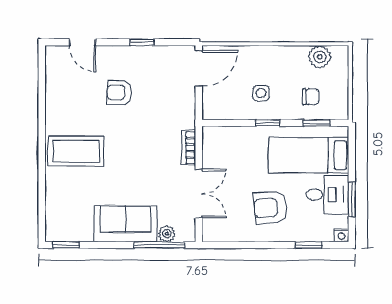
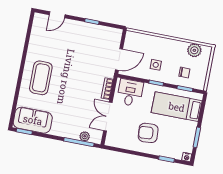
door: (83, 42) -> (57, 15), hinge flipped
door: (199, 68) -> (119, 59), moved
armchair: (119, 93) -> (73, 48), removed
coffee table: (76, 151) -> (41, 78), turned 90
double door: (199, 194) -> (108, 117), swing flipped
desk: (328, 194) -> (130, 93), moved, turned -90
sofa: (126, 224) -> (33, 120), moved

